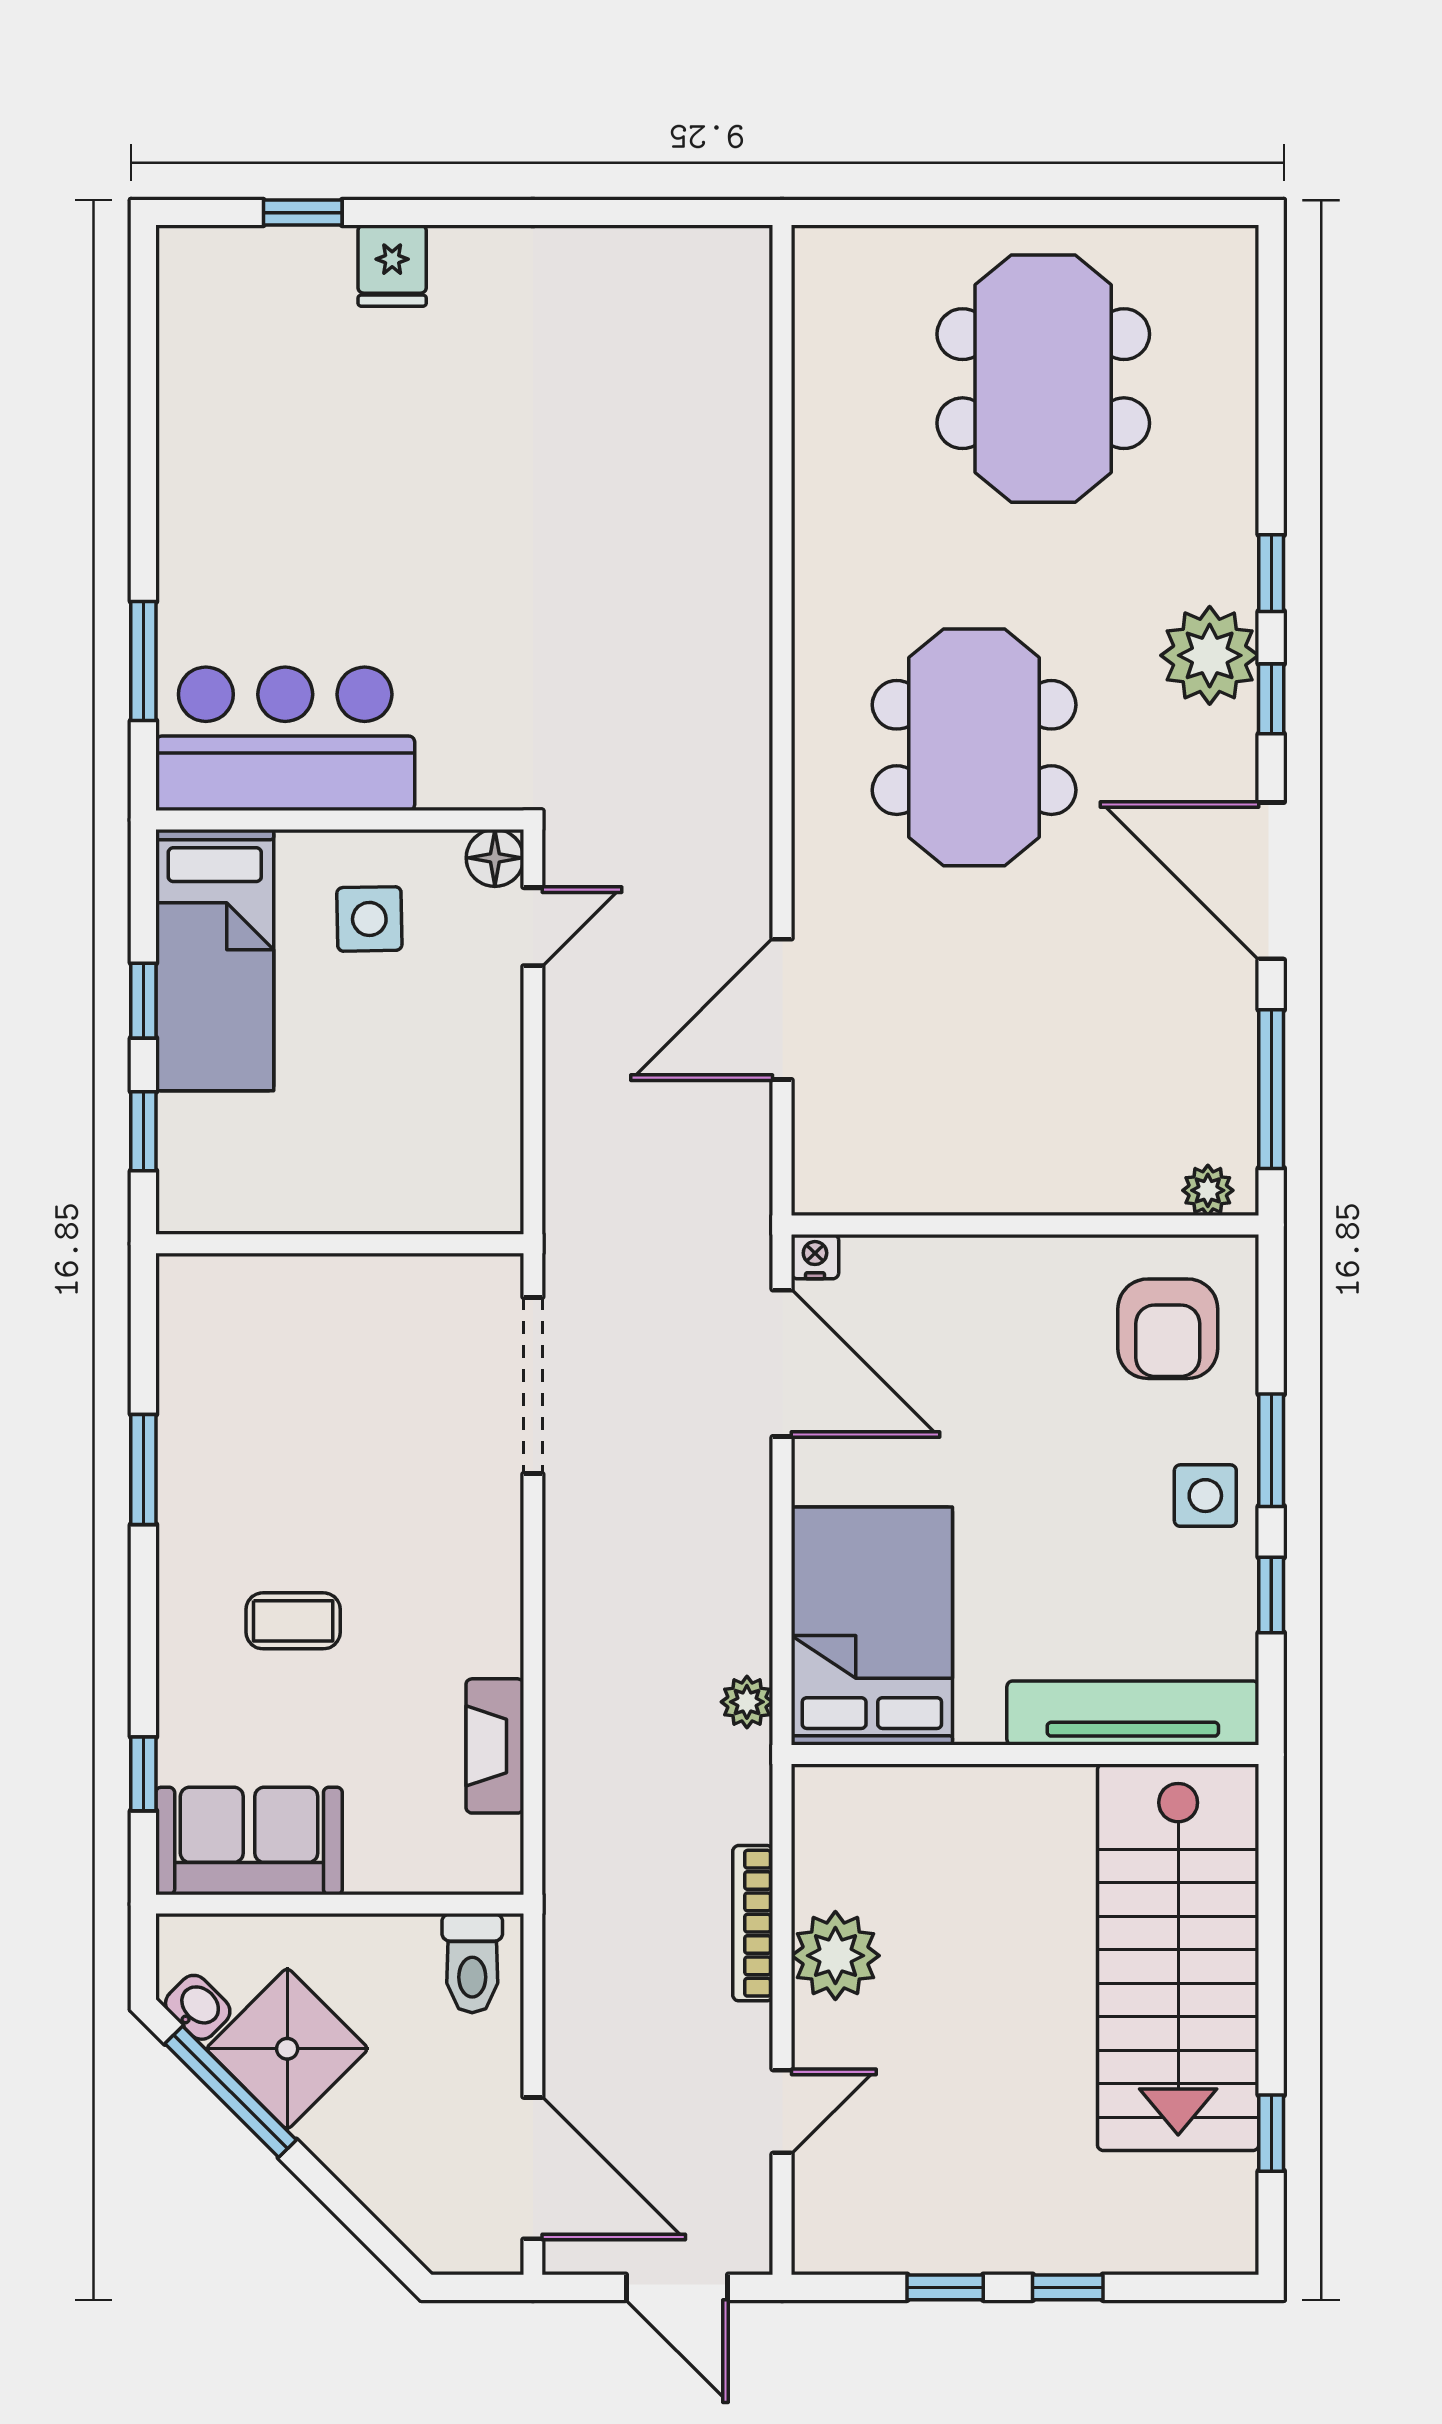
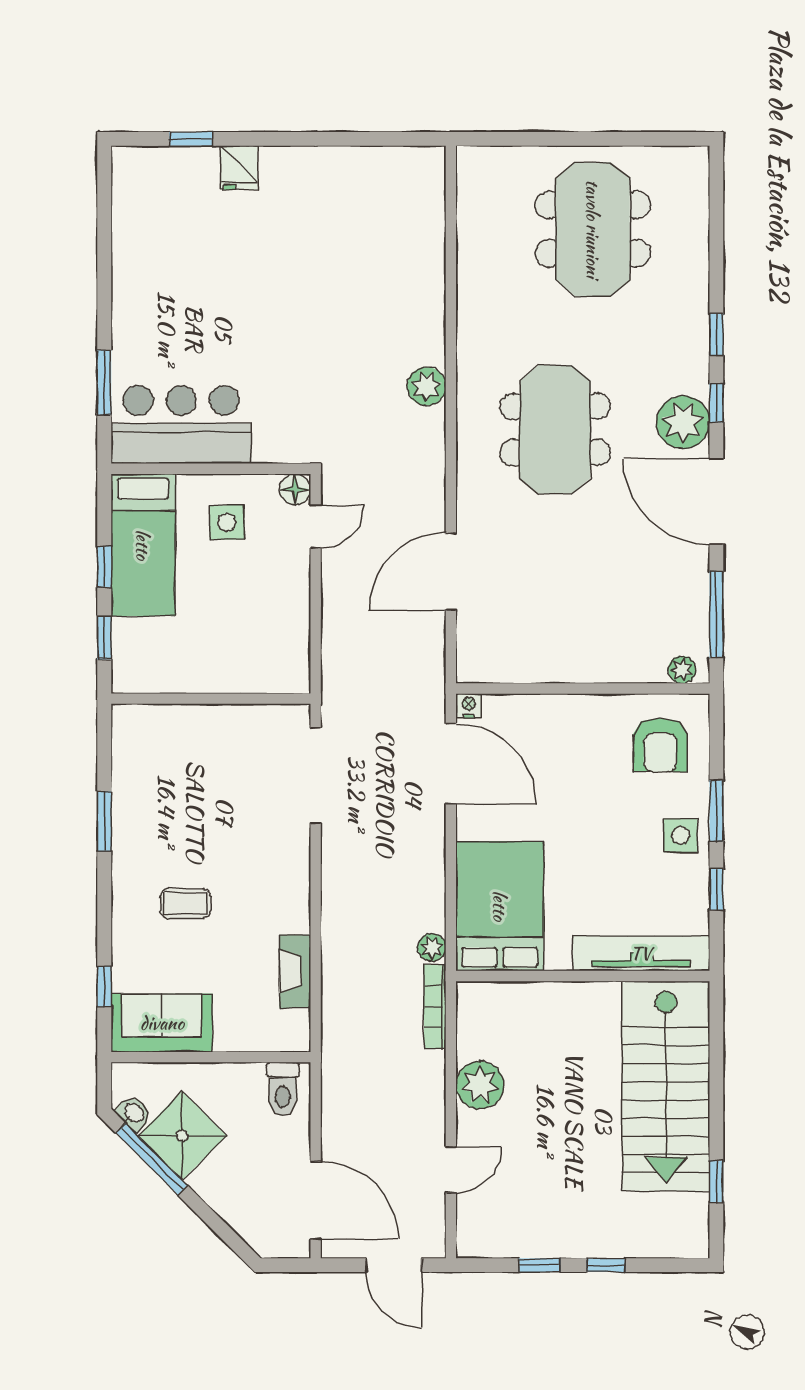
plant: (1210, 655) -> (683, 422), moved
plant: (737, 668) -> (427, 386), added
bookcase: (753, 1923) -> (435, 1006), moved

